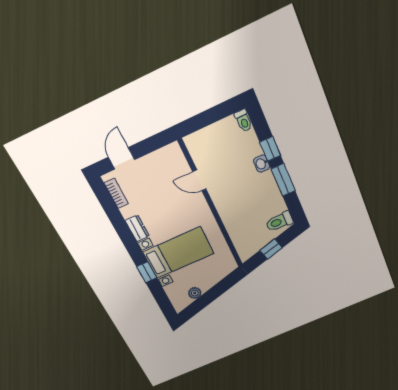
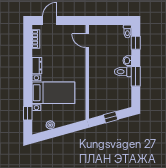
window: (270, 149) -> (136, 43), moved
door: (199, 180) -> (87, 41), moved
toilet: (279, 222) -> (123, 72), moved
window: (147, 272) -> (28, 113), moved

